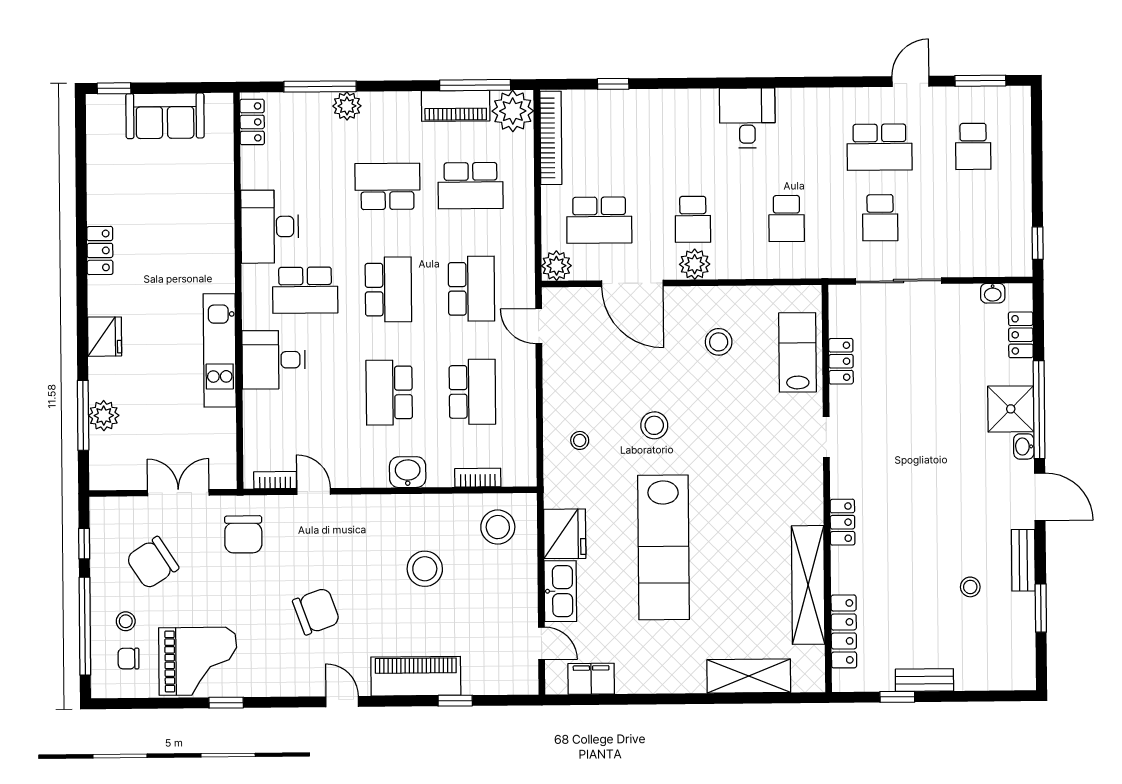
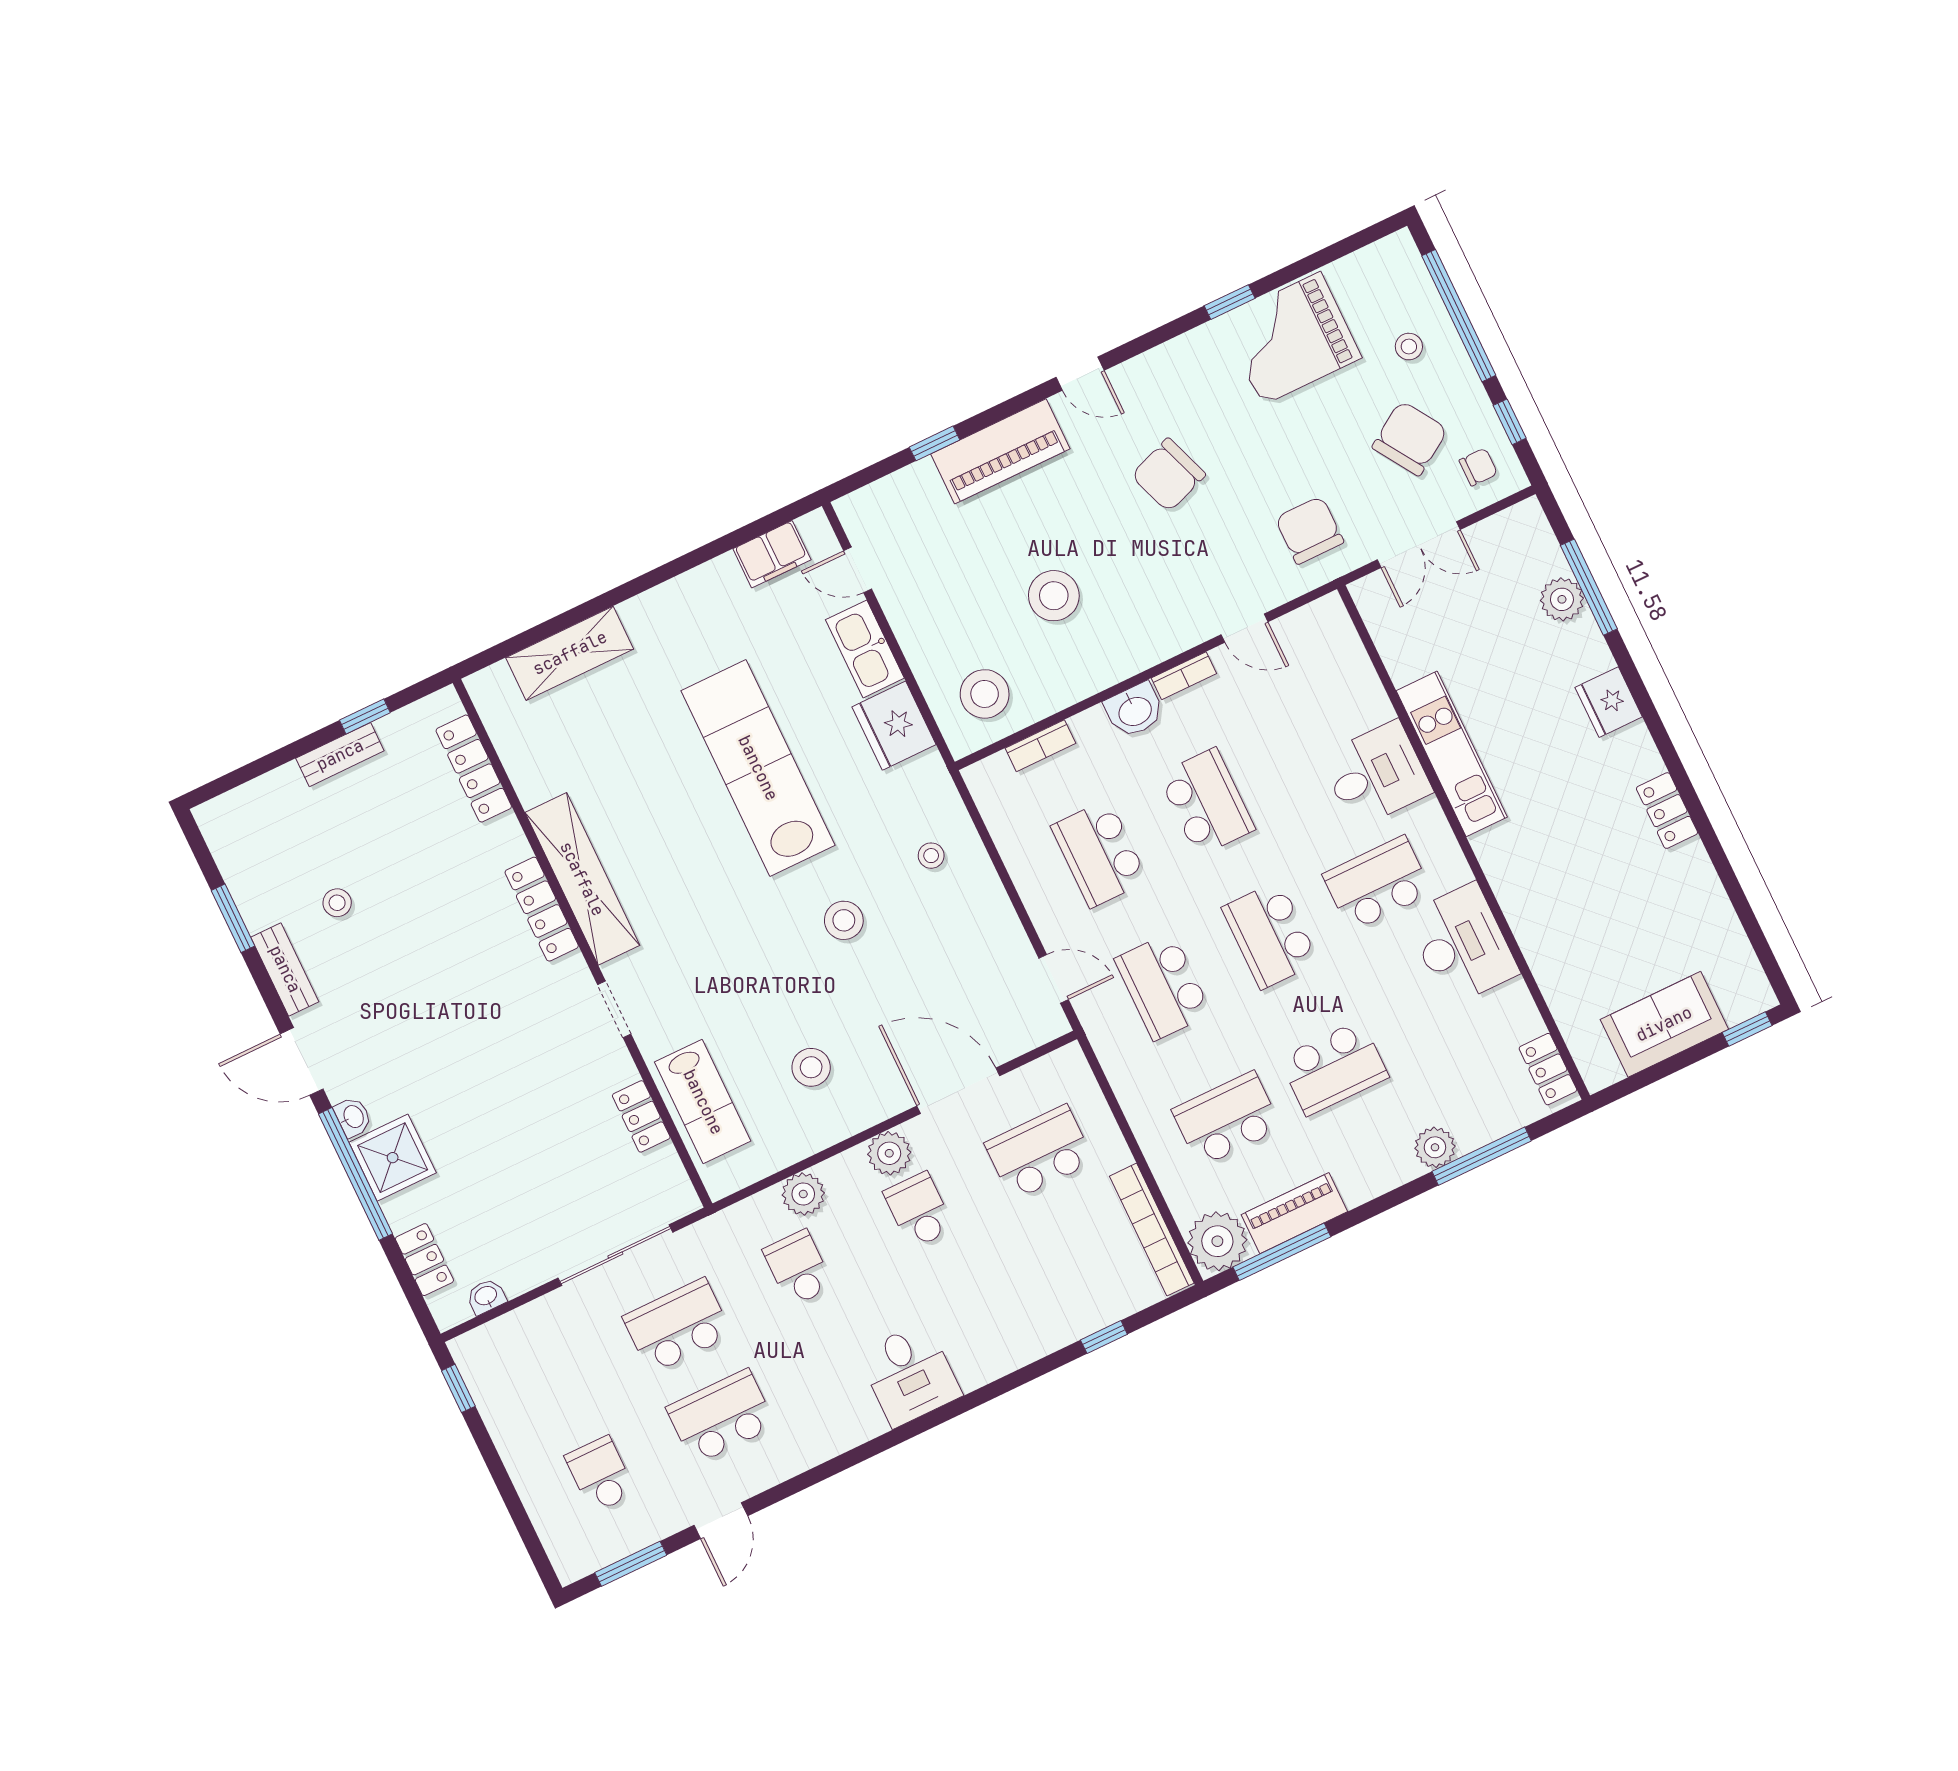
school desk: (880, 218) -> (677, 1326), width x1.85
plant: (556, 266) -> (803, 1194), moved
bookcase: (275, 480) -> (1184, 676), moved
locker: (842, 522) -> (542, 909), width x1.53
shelving: (808, 585) -> (582, 879), moved
chair: (129, 659) -> (1478, 467), moved

